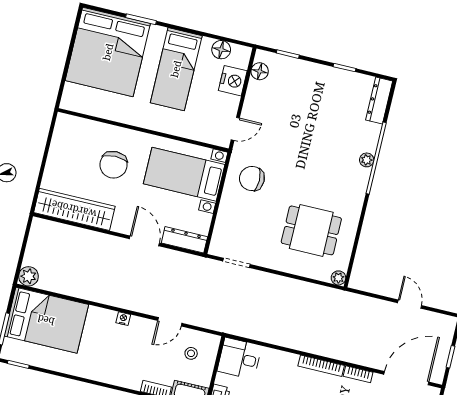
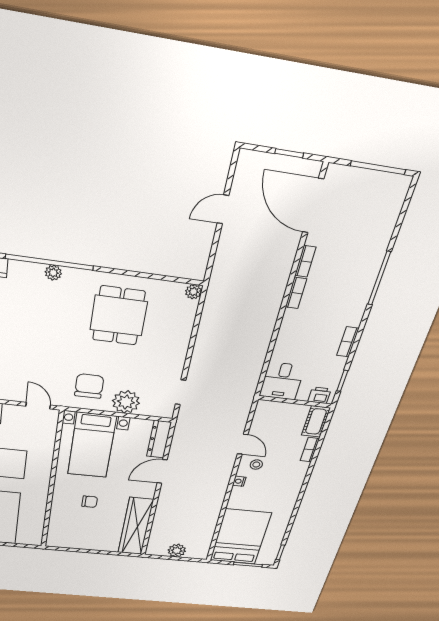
chair: (114, 165) -> (90, 502), width x0.54, depth x0.54
chair: (252, 179) -> (89, 386), turned 180
plant: (231, 211) -> (126, 402), added
dining table: (311, 230) -> (119, 316), moved
plant: (28, 276) -> (177, 551), moved
stool: (191, 353) -> (256, 465), moved
bookcase: (321, 366) -> (296, 293), width x0.64

